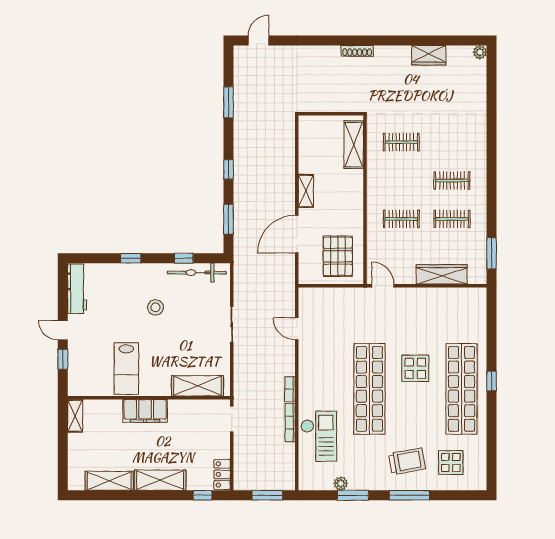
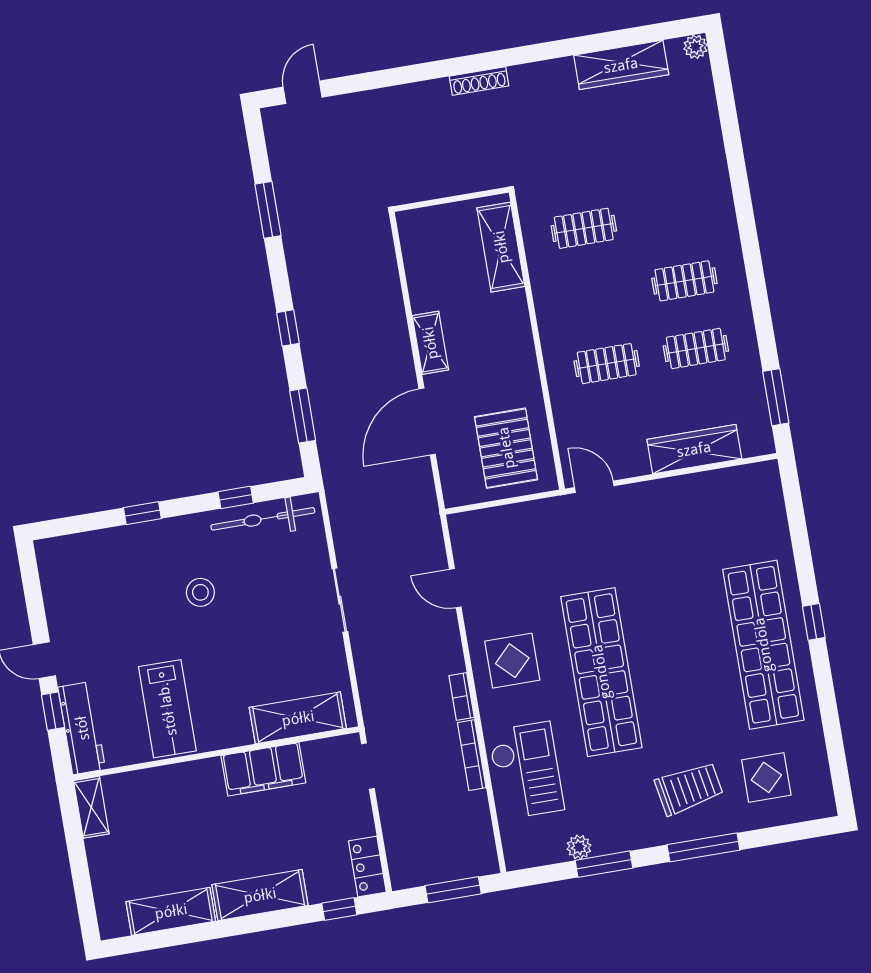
wardrobe: (429, 55) -> (621, 65), width x1.50
workbench: (77, 289) -> (82, 728), moved
display table: (415, 368) -> (512, 661), moved
filing cabinet: (145, 411) -> (263, 769), moved

